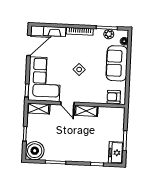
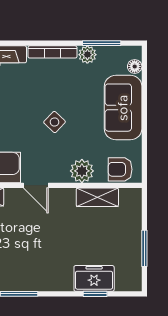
plant: (109, 34) -> (87, 55), moved
plant: (93, 97) -> (82, 171), added
shelving: (86, 111) -> (97, 197), moved
freezer: (116, 153) -> (94, 278), moved, turned 90

